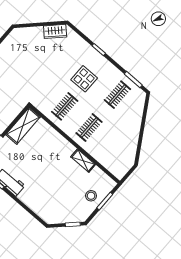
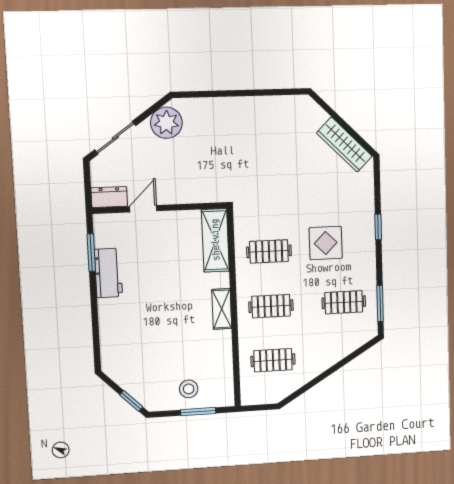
wardrobe: (55, 31) -> (344, 145), width x1.50
shelving: (23, 126) -> (215, 240), moved, turned 90
clothes rail: (113, 149) -> (273, 360), added
shelving: (83, 161) -> (222, 309), moved

